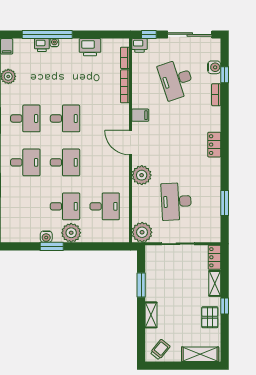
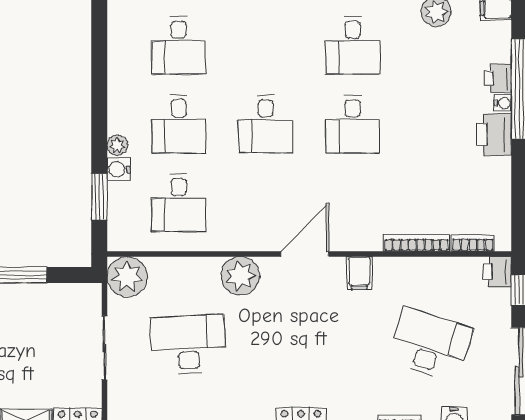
printer: (90, 47) -> (494, 135), moved
desk: (176, 79) -> (430, 345), turned 36
desk: (25, 162) -> (179, 45), moved
plant: (71, 233) -> (117, 145), width x0.53, depth x0.53
water cooler: (46, 237) -> (119, 169), moved
window: (52, 246) -> (99, 197), moved

